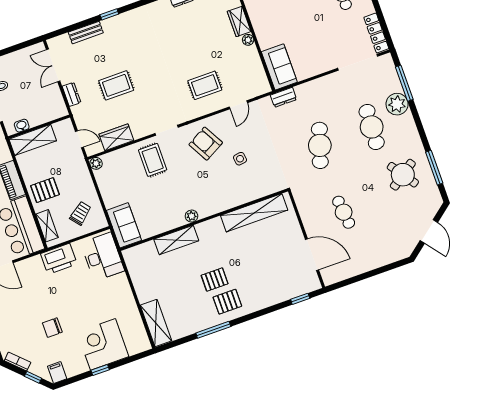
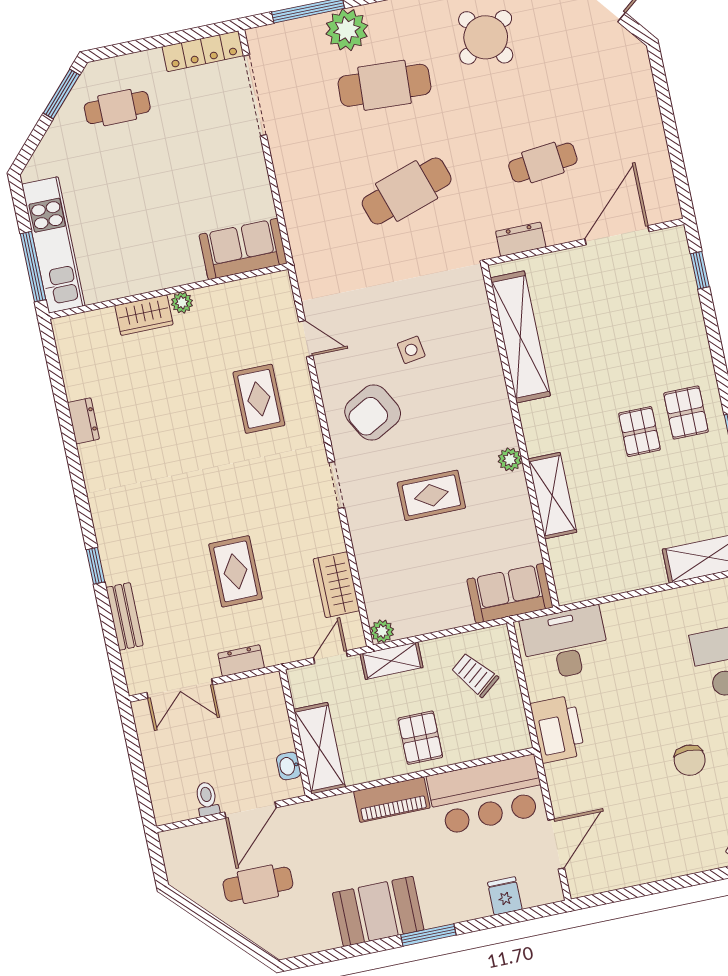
dresser: (283, 97) -> (521, 239), moved, turned -90
cafe table: (320, 145) -> (407, 191), turned -36
rug: (153, 160) -> (431, 495), moved
shelving: (47, 226) -> (392, 661), moved

